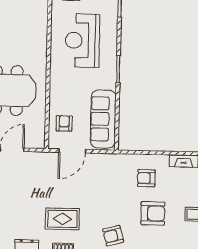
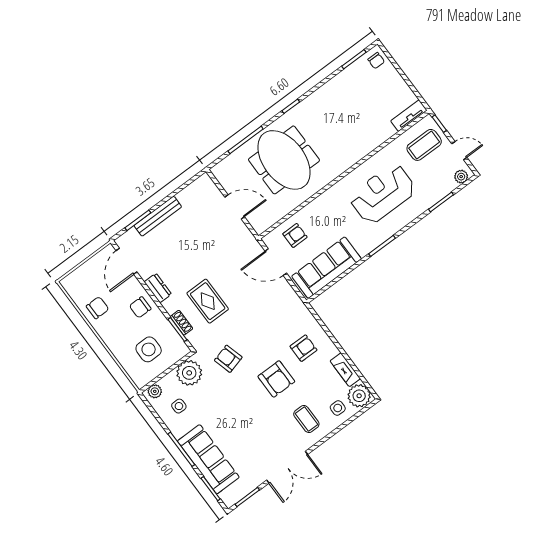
armchair: (146, 178) -> (303, 348), turned 90

